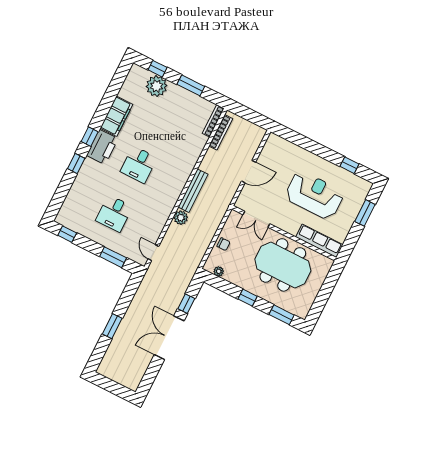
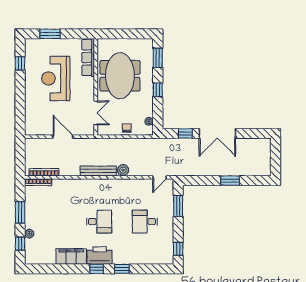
plant: (157, 86) -> (29, 234), width x0.53, depth x0.53
desk: (114, 213) -> (145, 222), turned 180

